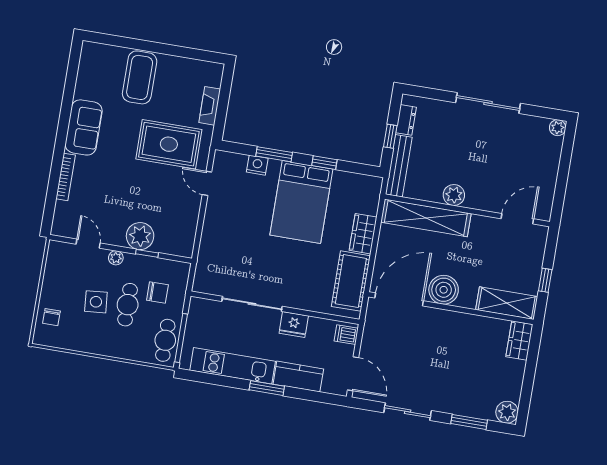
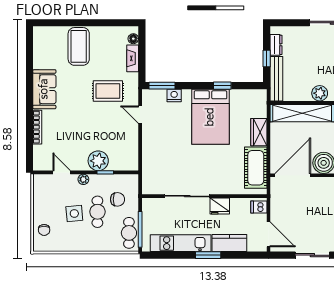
floor lamp: (215, 79) -> (133, 39), added
rug: (169, 144) -> (108, 91), width x0.73, depth x0.70
window: (274, 154) -> (162, 86), moved

